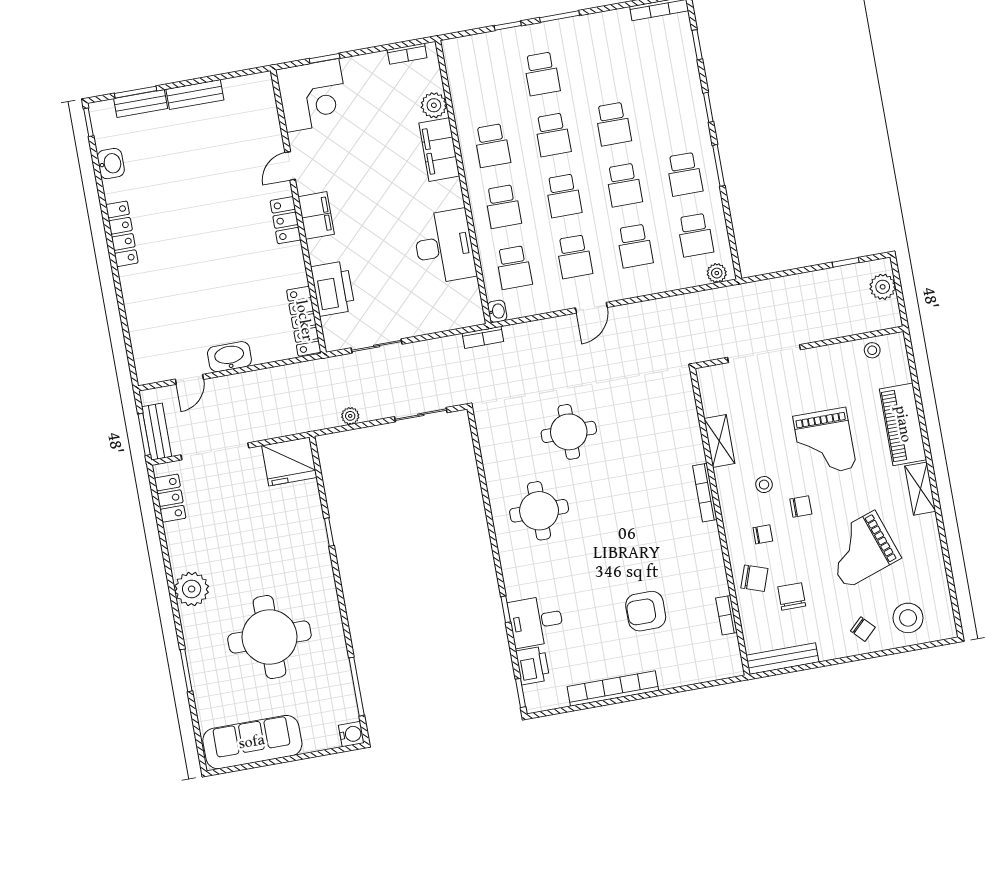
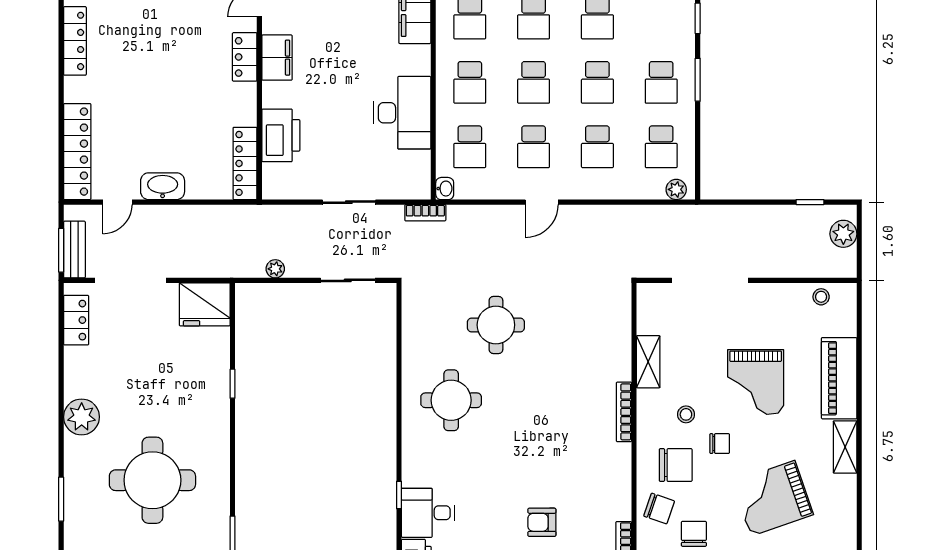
locker: (143, 338) -> (77, 152), added
sliding door: (377, 346) -> (349, 202), moved
chair: (763, 534) -> (676, 465), width x1.87, depth x1.87
armchair: (646, 611) -> (542, 522), width x0.72, depth x0.72

